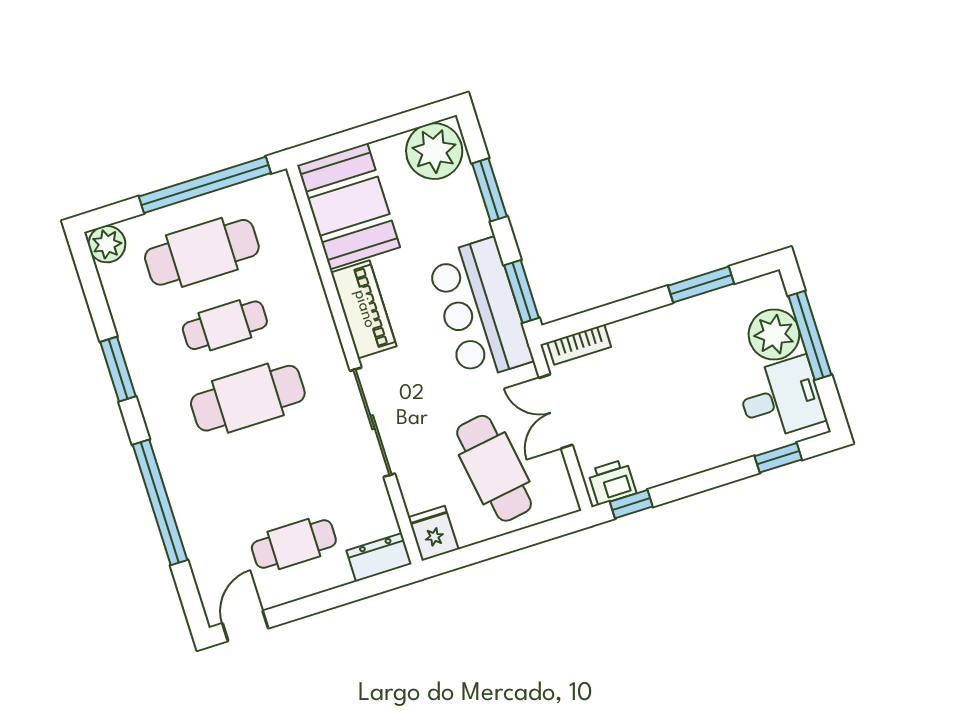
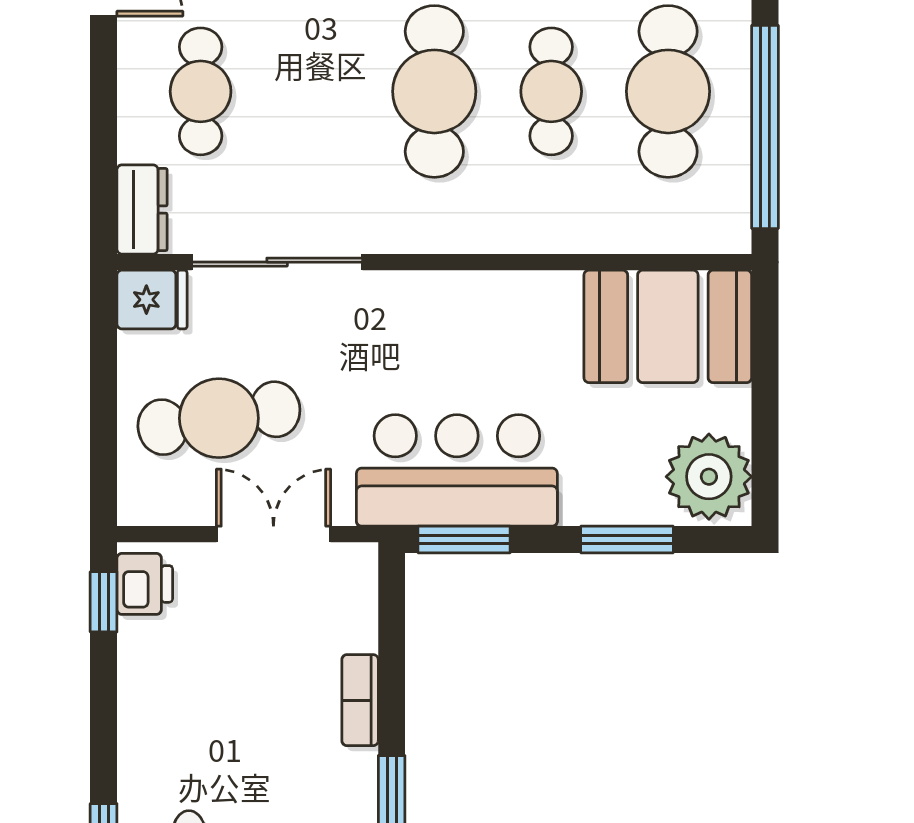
piano: (364, 309) -> (511, 301), removed
bookcase: (579, 345) -> (360, 700), moved
sliding door: (373, 422) -> (277, 262), moved

